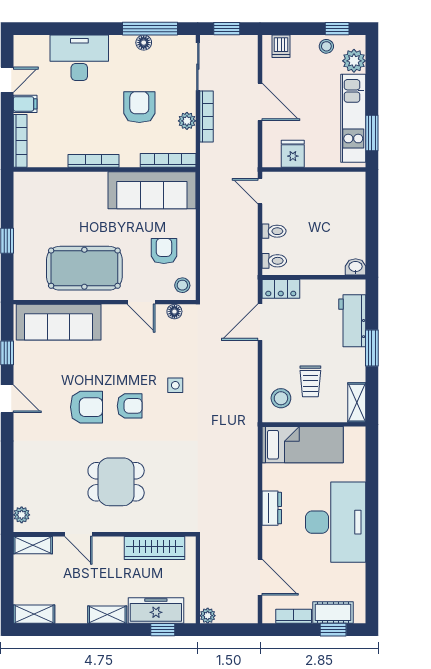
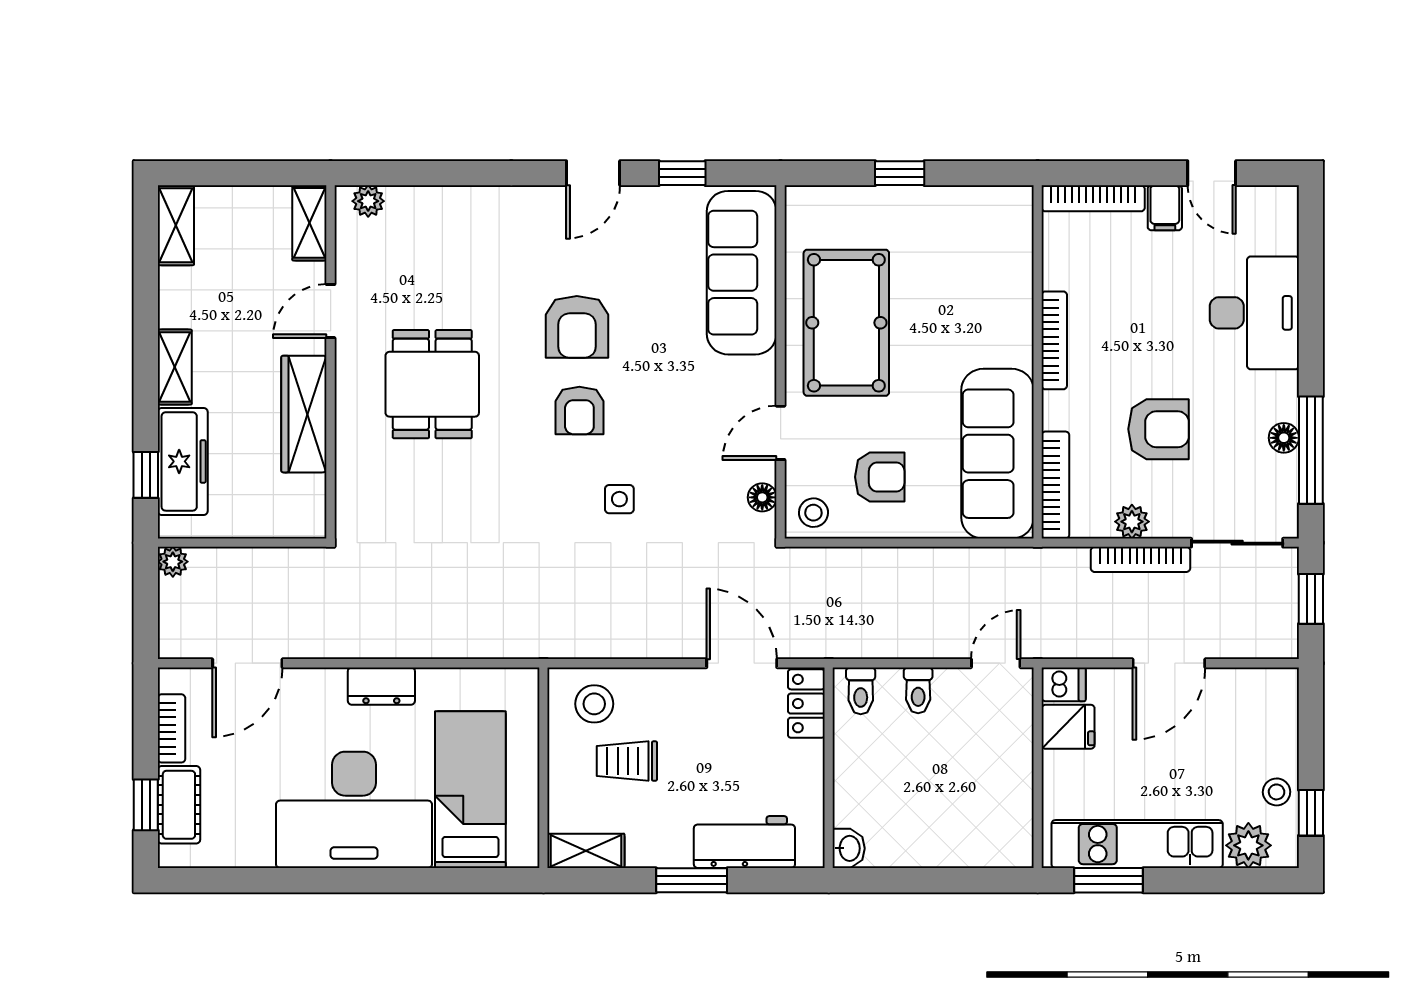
dishwasher: (281, 46) -> (1064, 684), moved, turned 180
bed: (303, 445) -> (470, 790), moved, turned 180
wardrobe: (155, 548) -> (304, 414), moved

